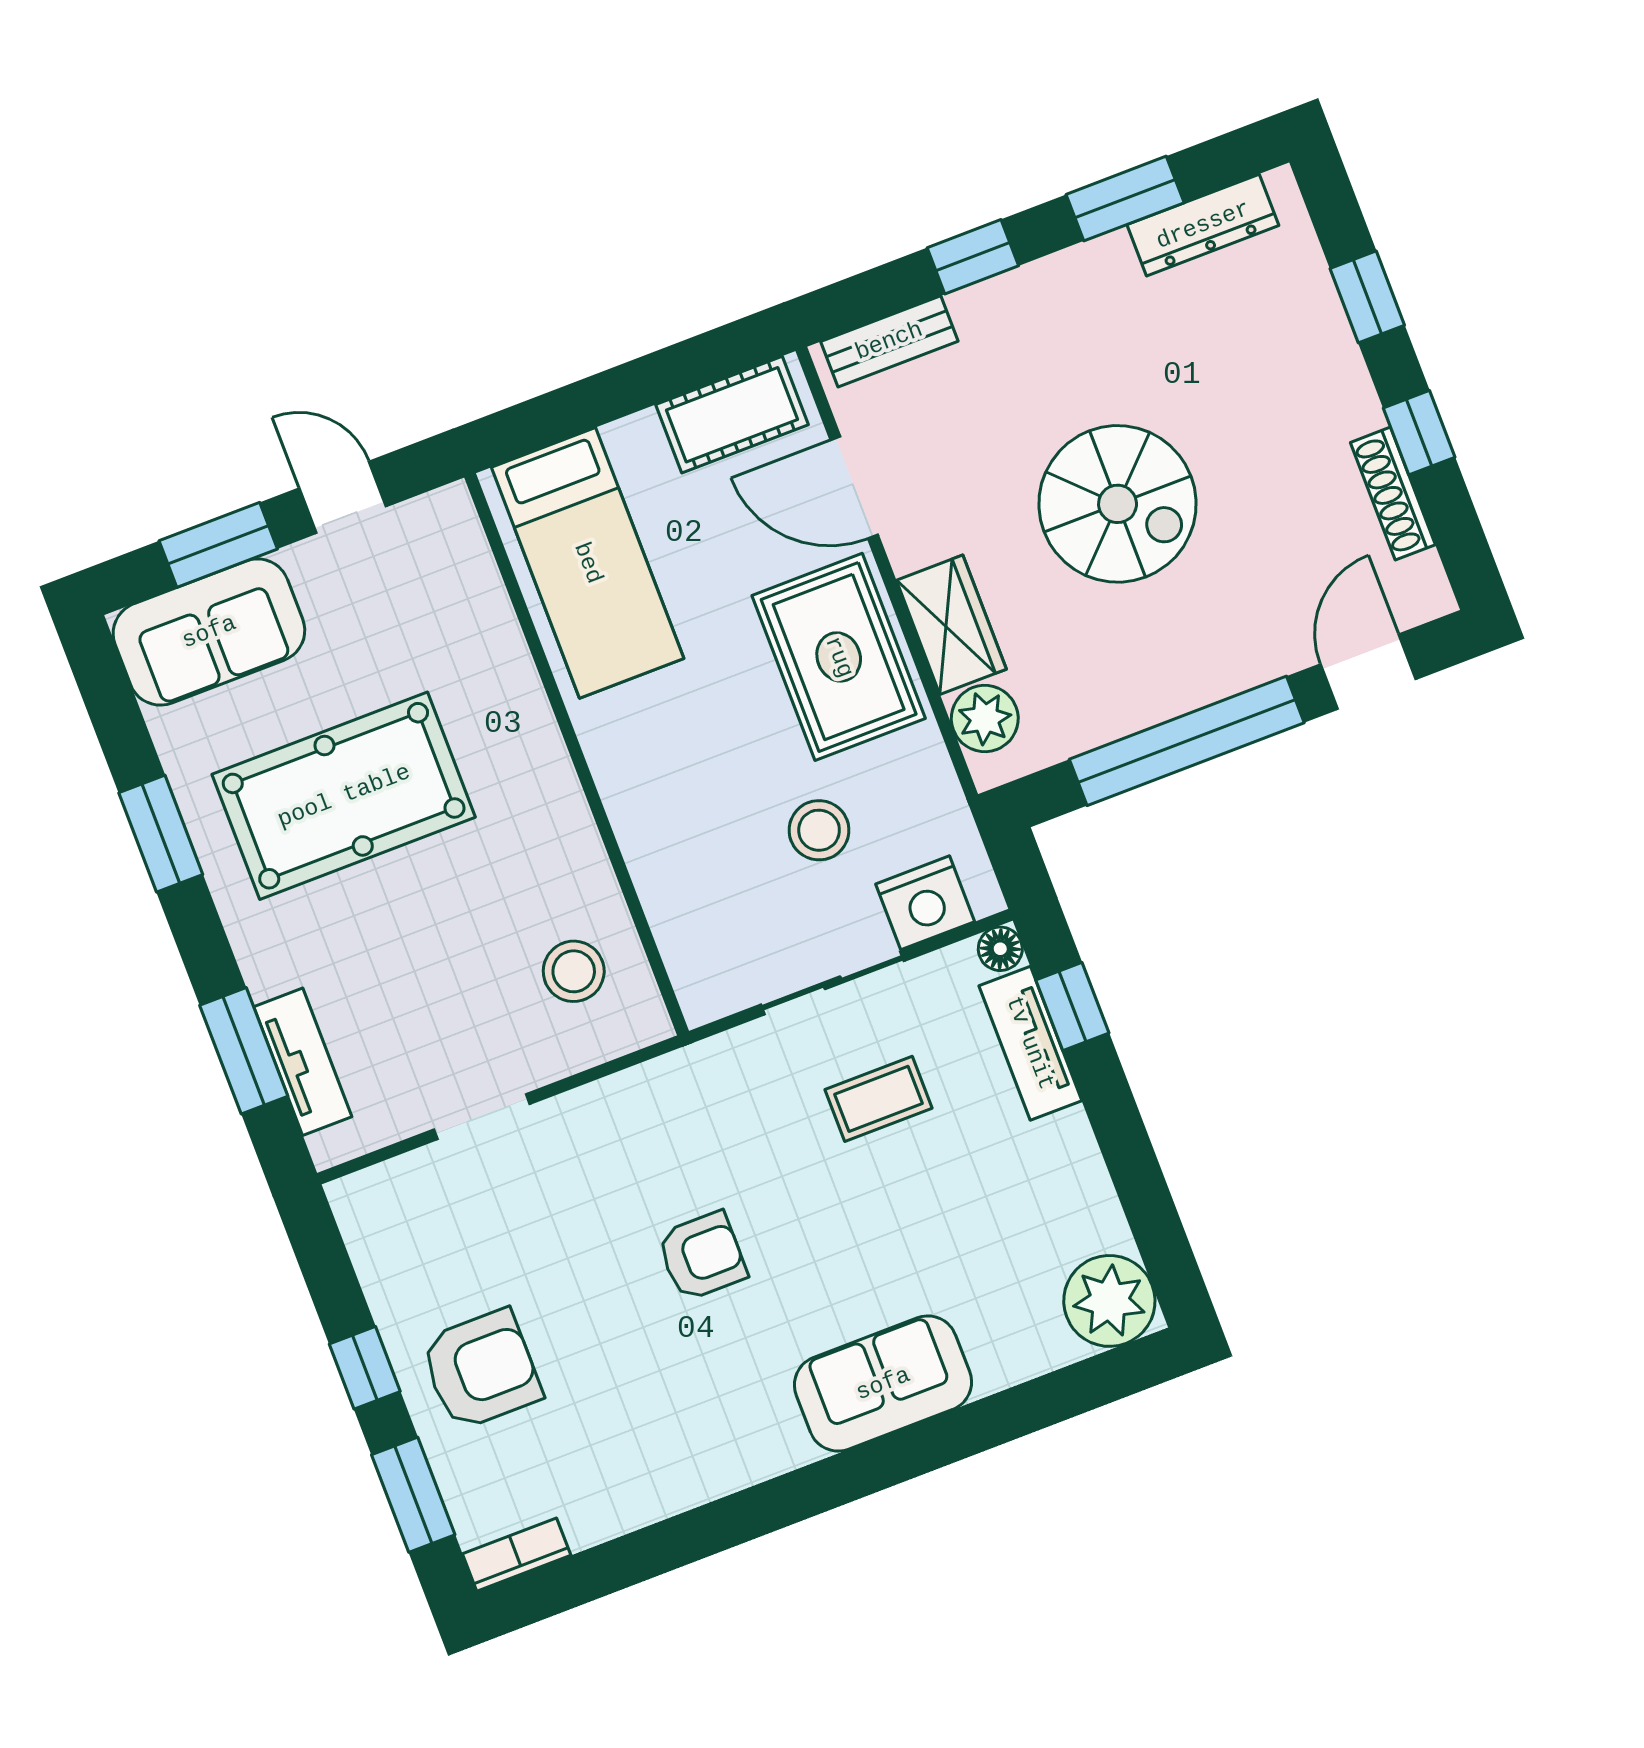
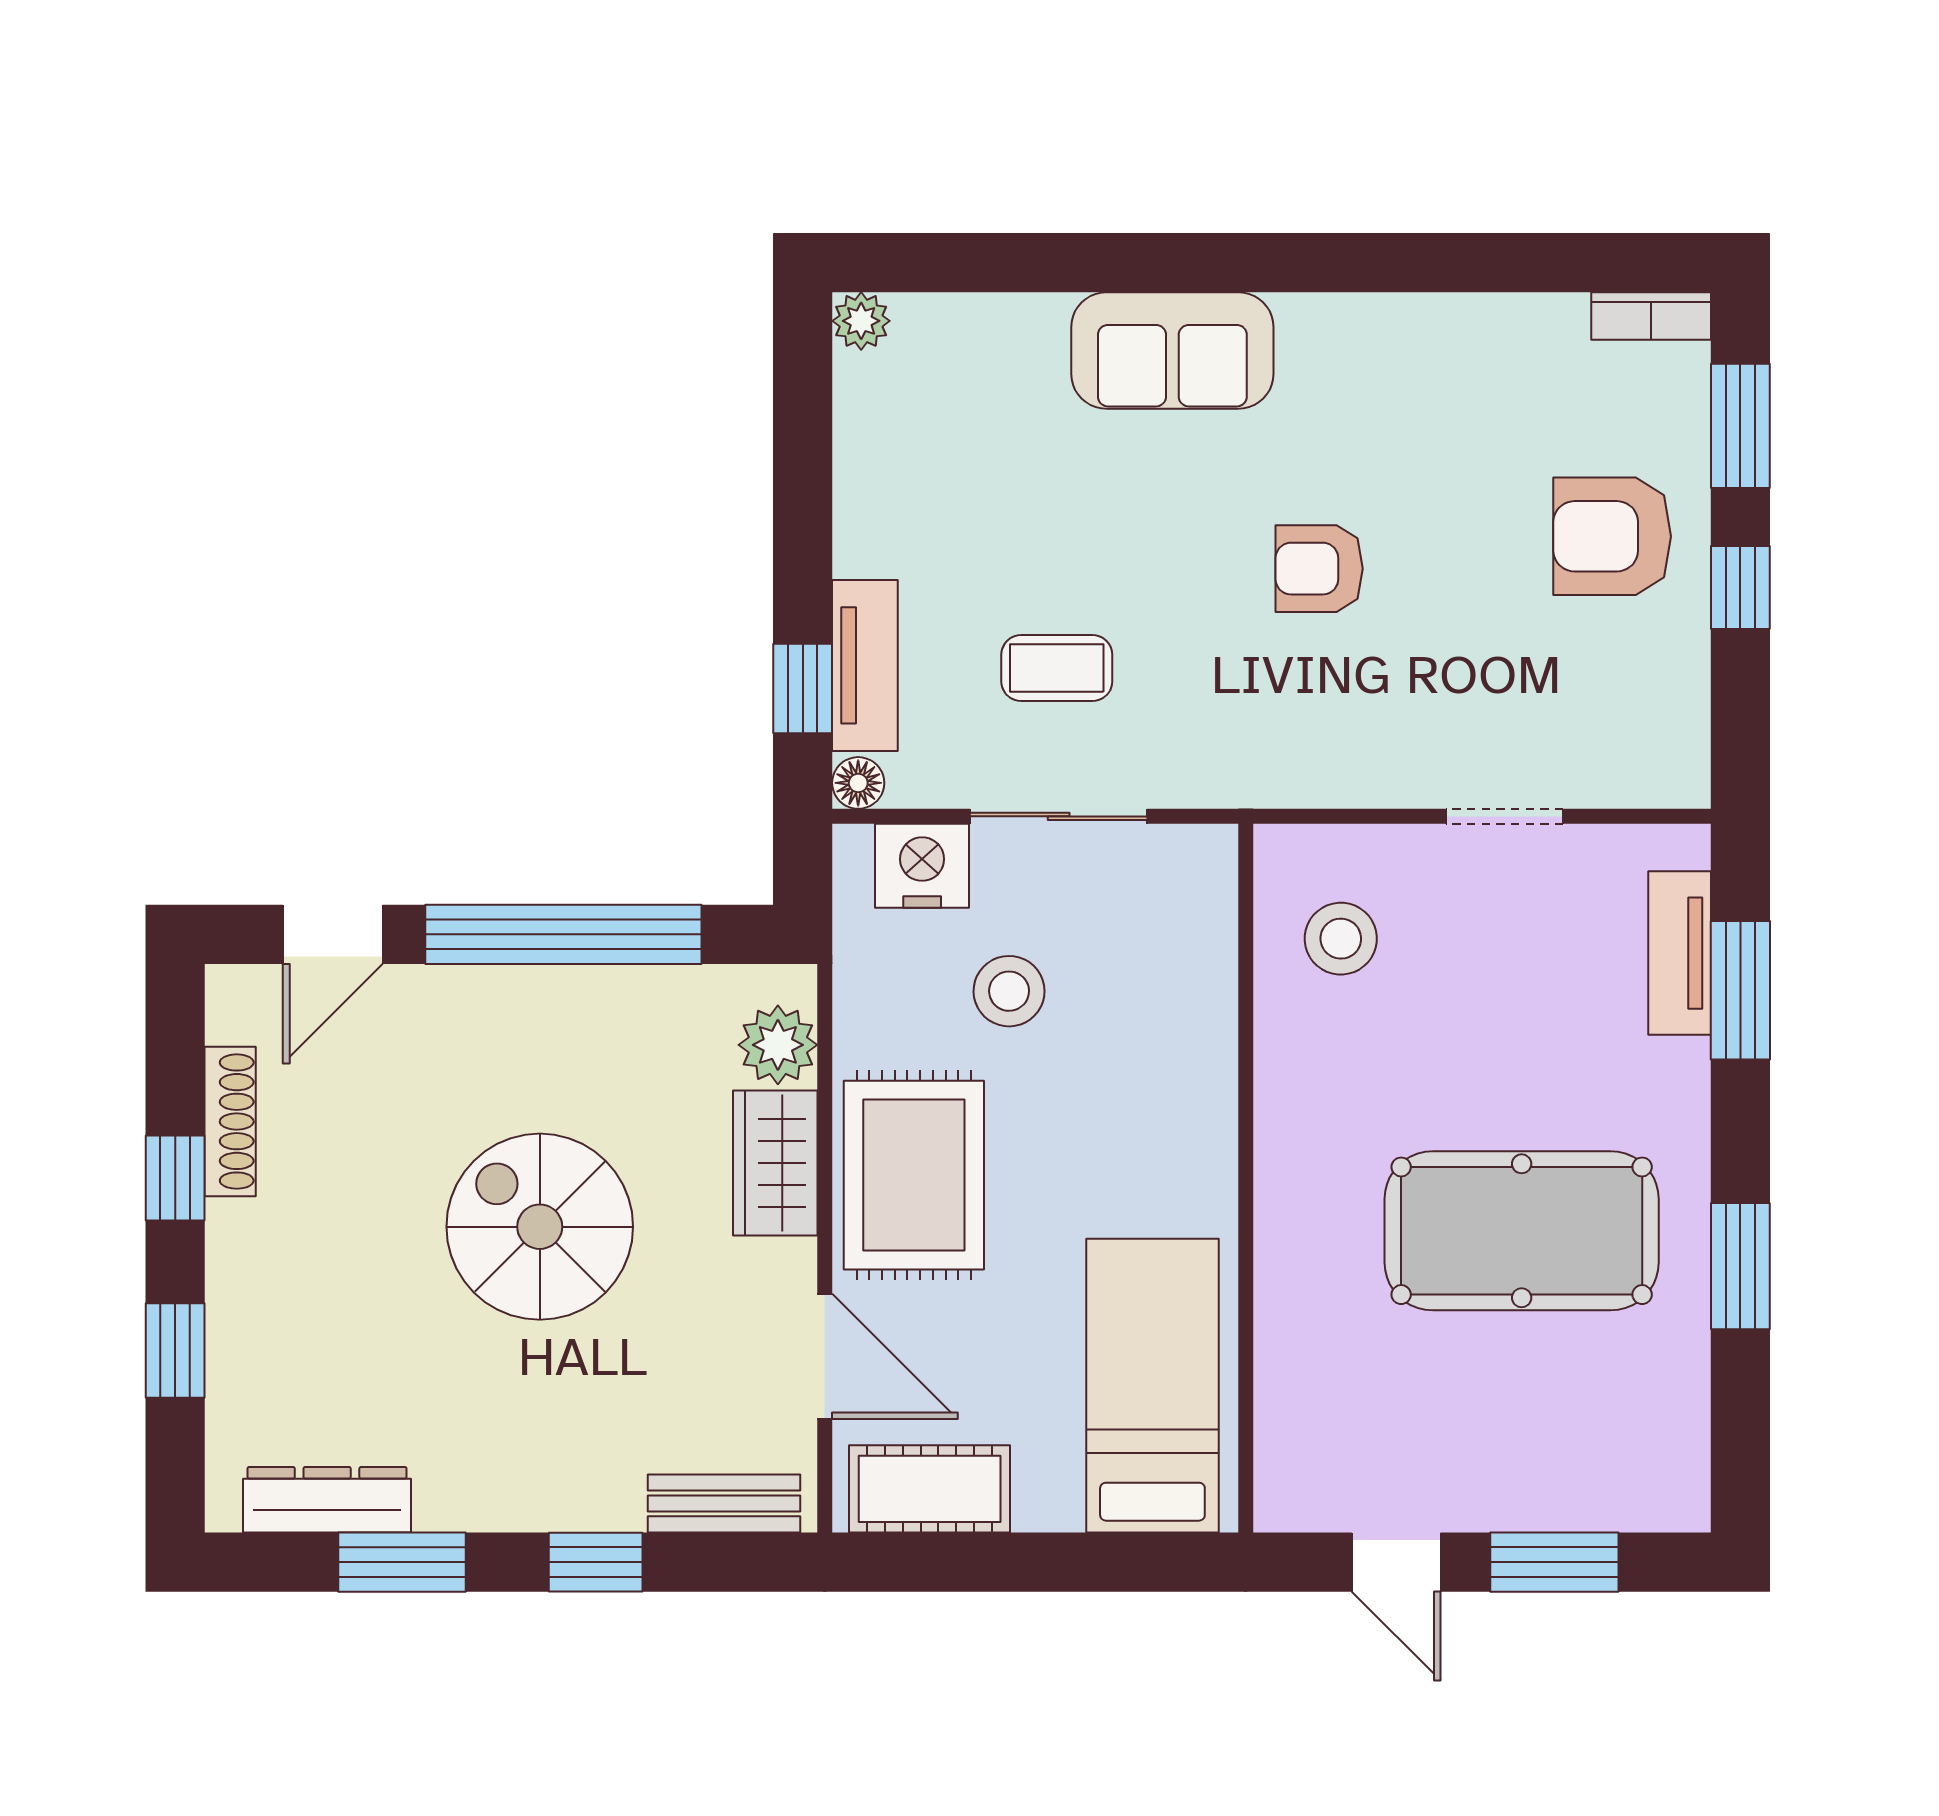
sofa: (209, 632) -> (1602, 1469), removed
plant: (1109, 1301) -> (861, 321), width x0.53, depth x0.53

